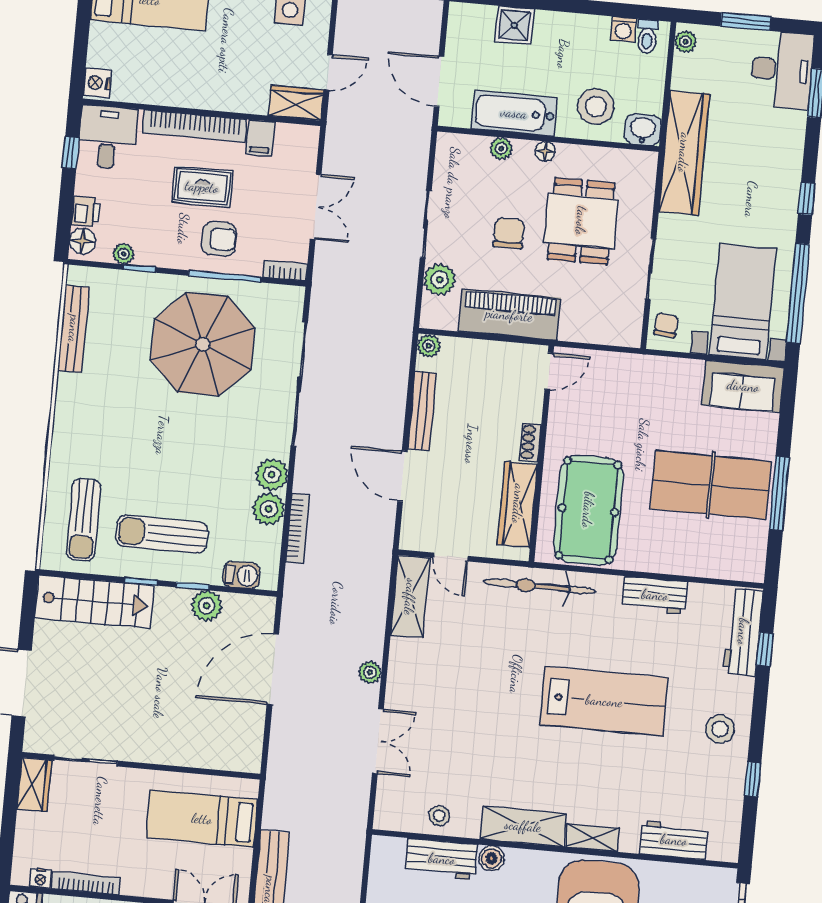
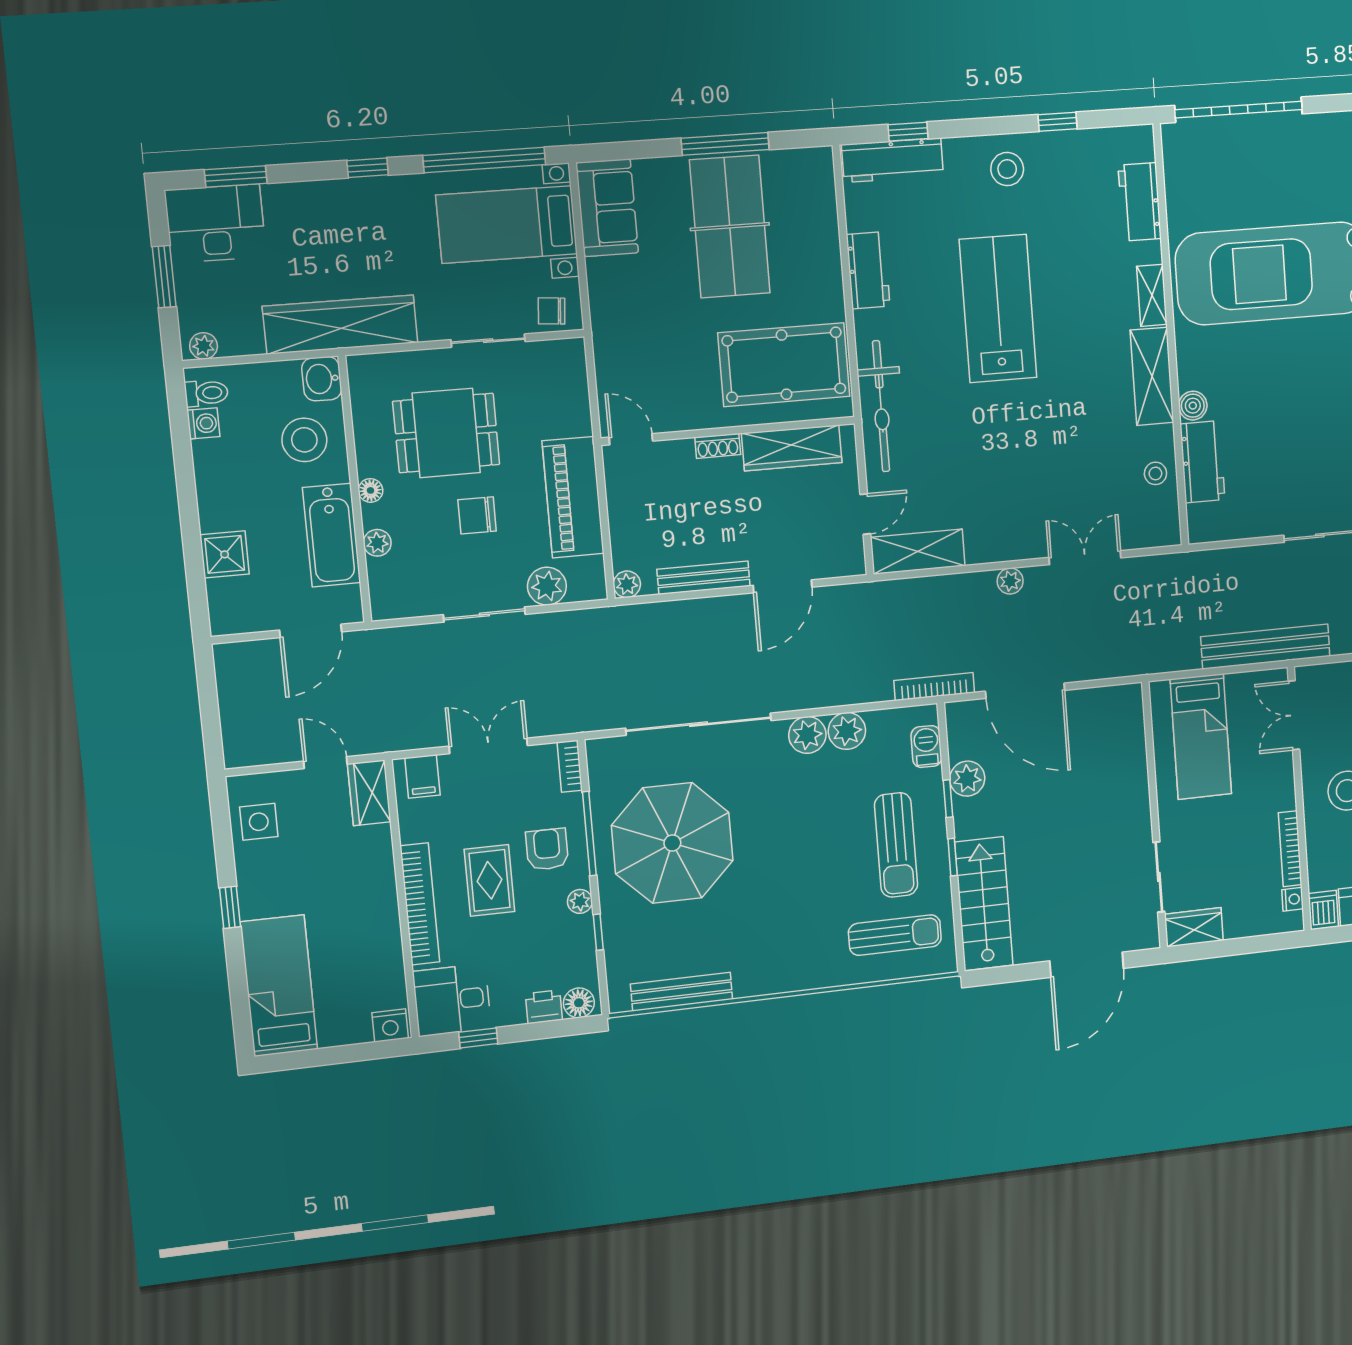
filing cabinet: (260, 138) -> (422, 776), moved, turned 90
plant: (124, 254) -> (580, 901), moved
bookcase: (298, 528) -> (934, 687), moved

